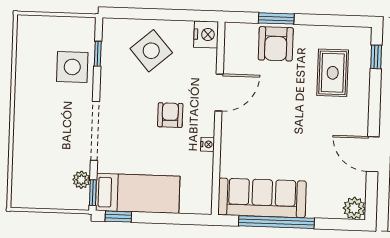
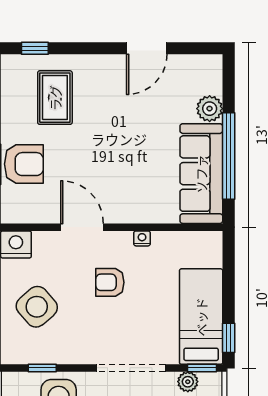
rug: (333, 73) -> (55, 98), turned 90
plant: (354, 208) -> (210, 109), moved

